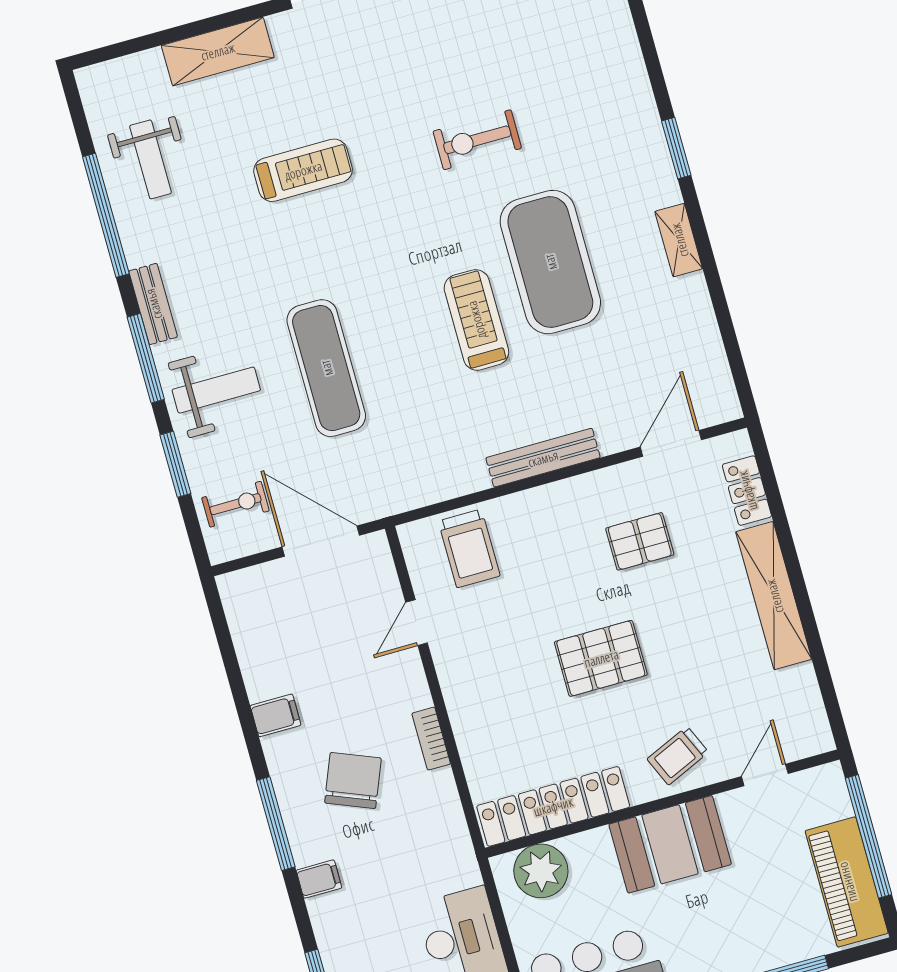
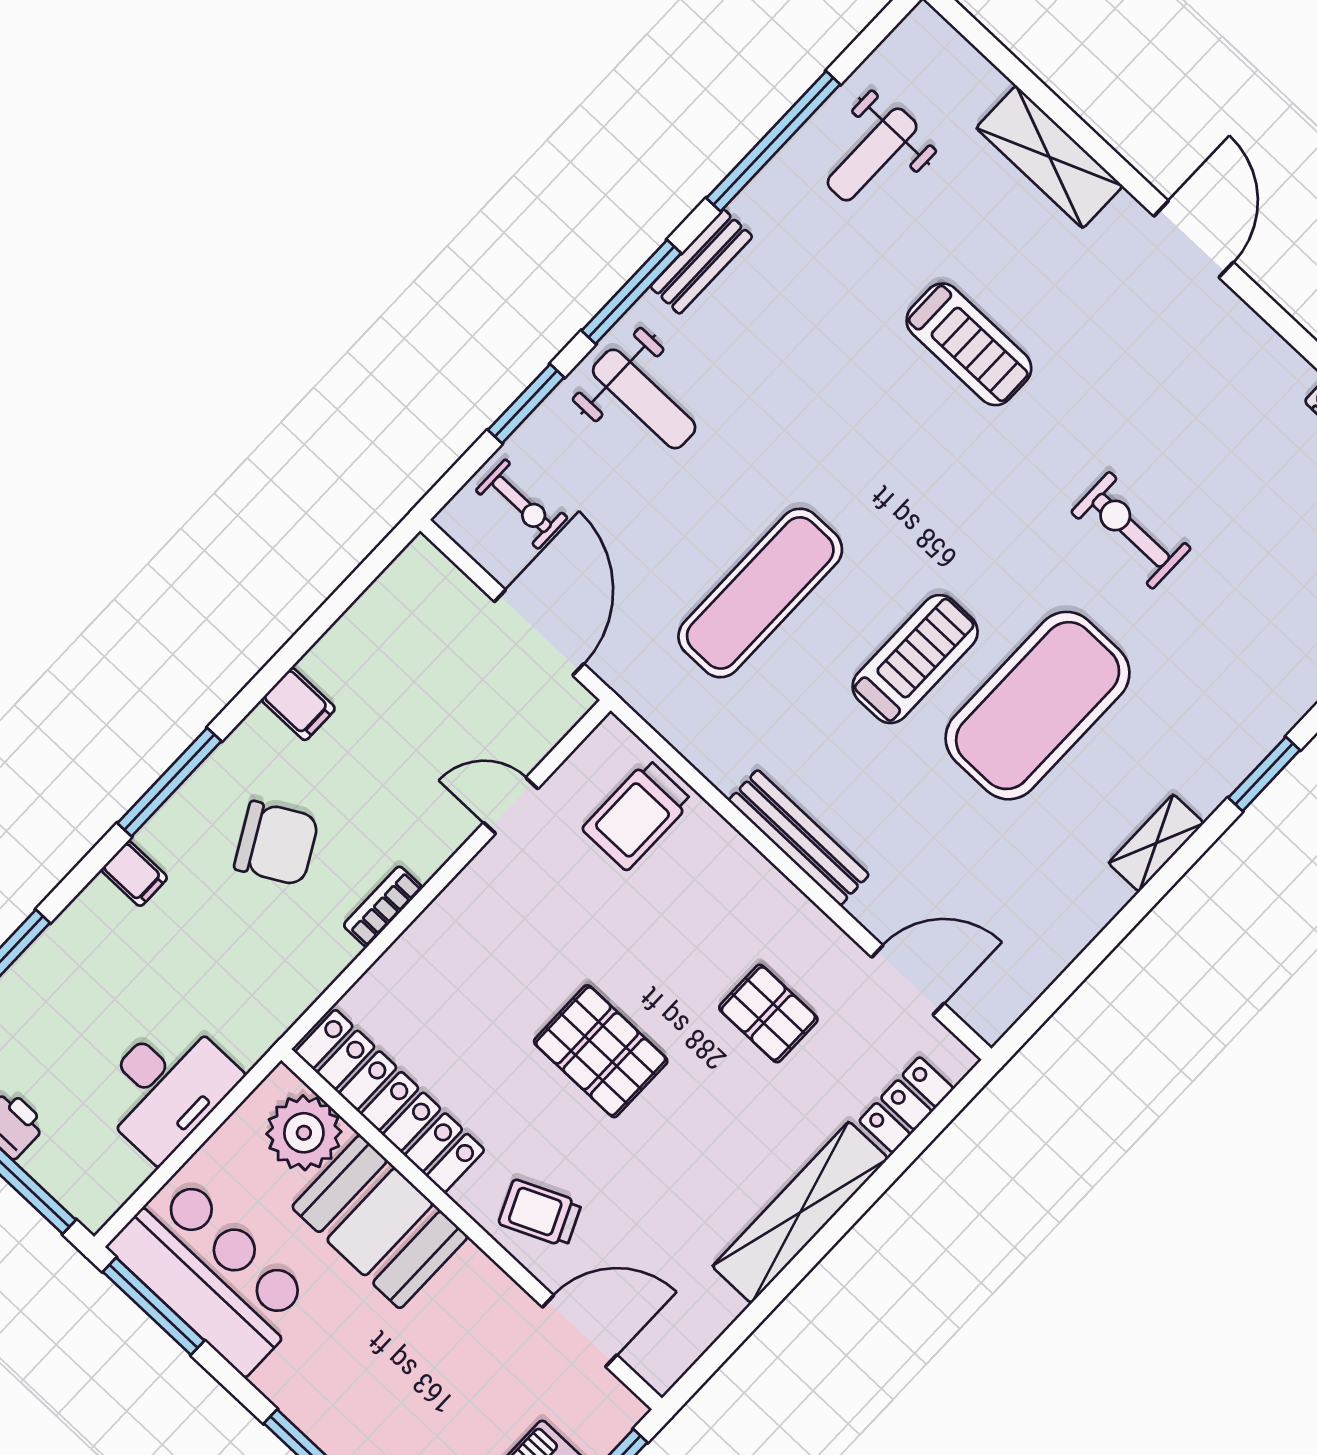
exercise mat: (326, 368) -> (760, 593), moved
door: (765, 775) -> (580, 1331), width x1.38
chair: (353, 780) -> (276, 843), turned 39
booth: (670, 844) -> (380, 1222), moved

